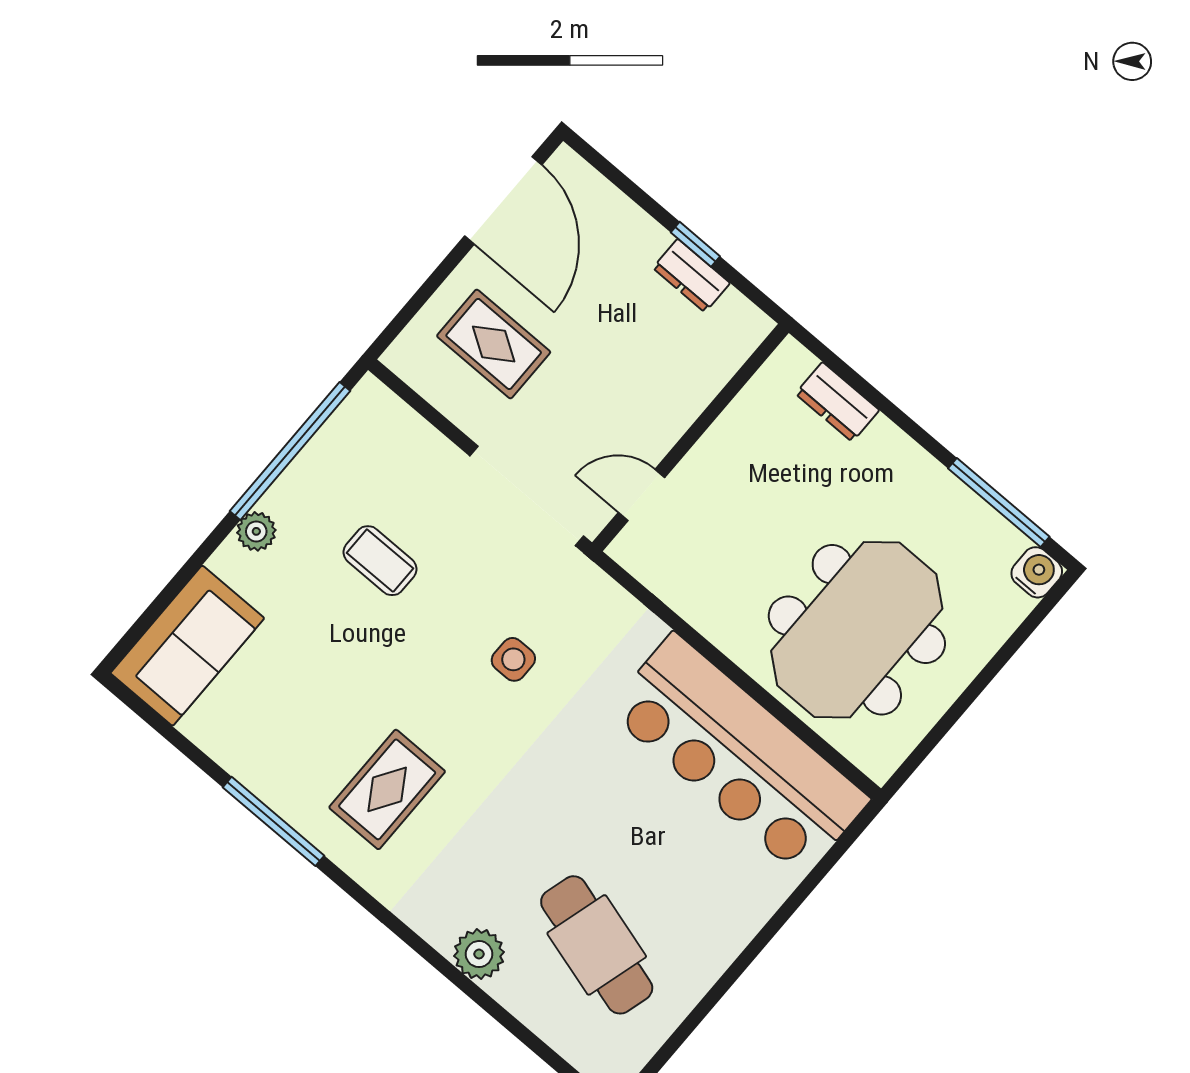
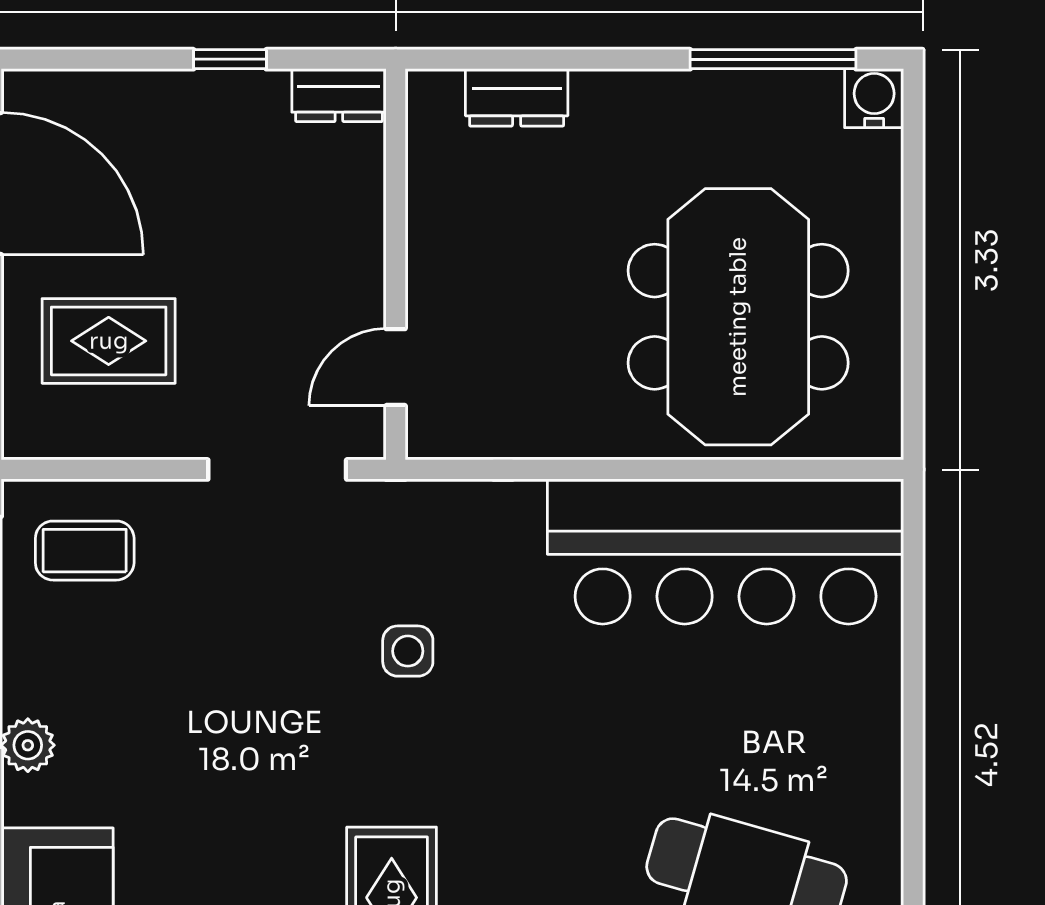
dresser: (691, 276) -> (339, 95), moved
doorway: (527, 496) -> (277, 469), width x0.73
coffee table: (380, 561) -> (85, 551), moved

